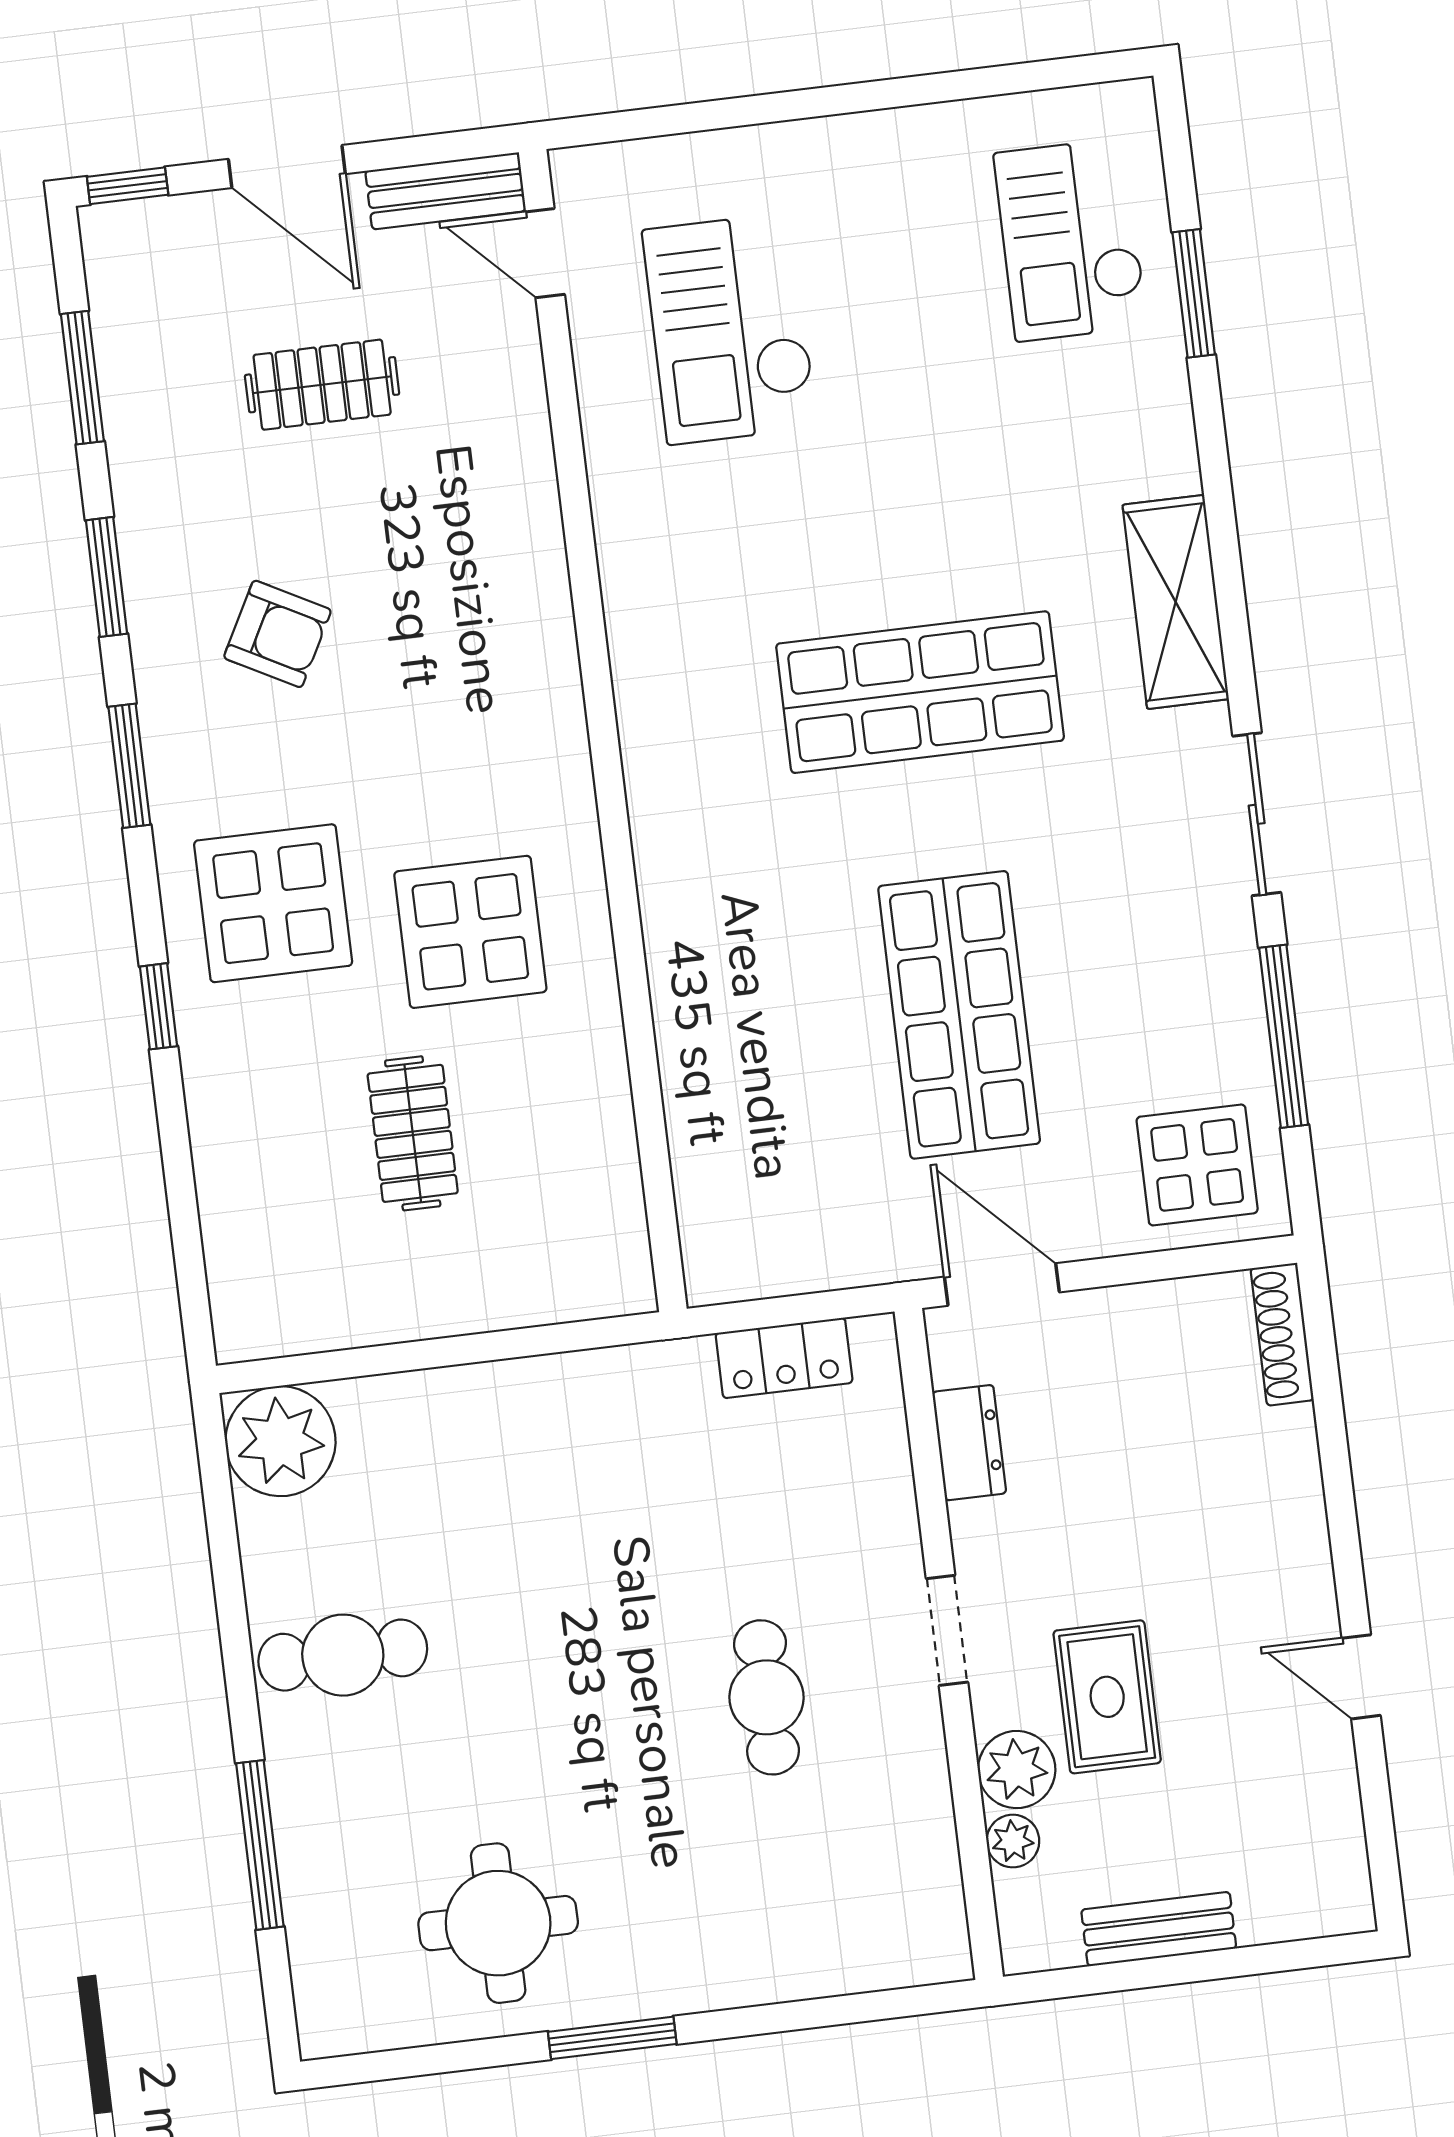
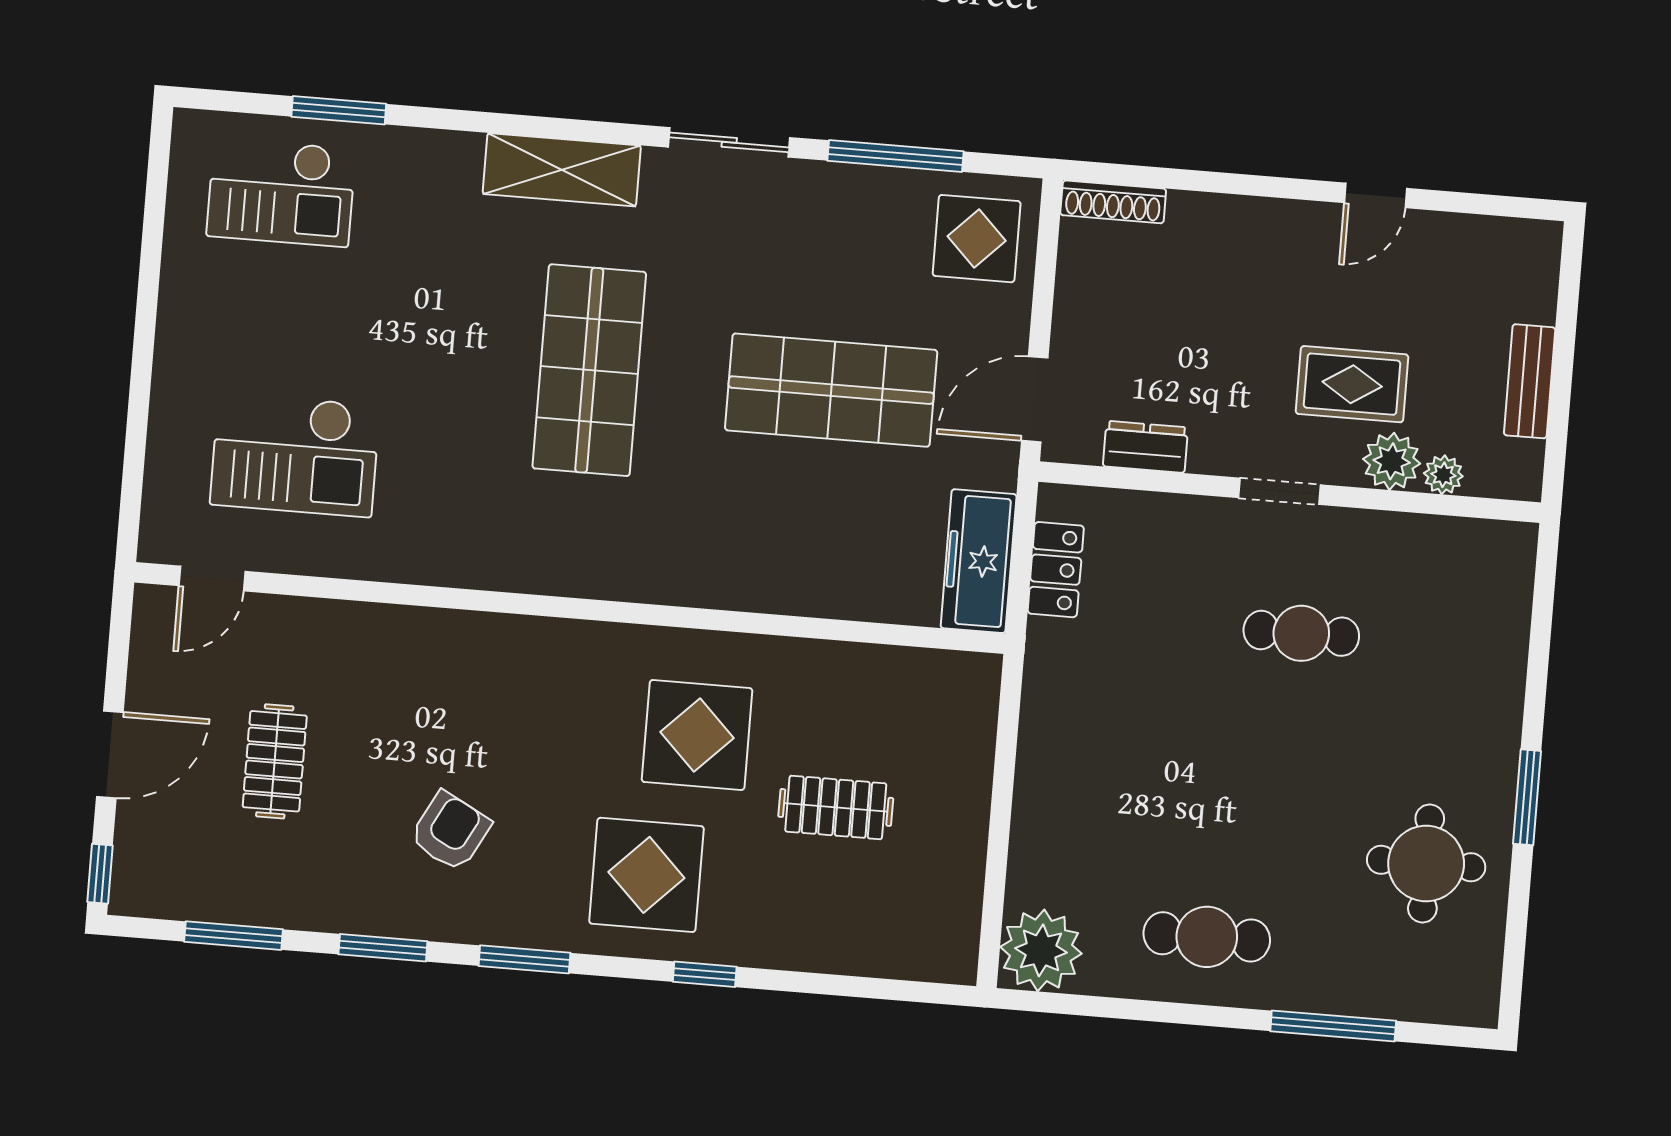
bench: (446, 191) -> (152, 642), removed
freezer: (774, 1254) -> (979, 561), added
cafe table: (343, 1655) -> (1207, 937), turned 90

